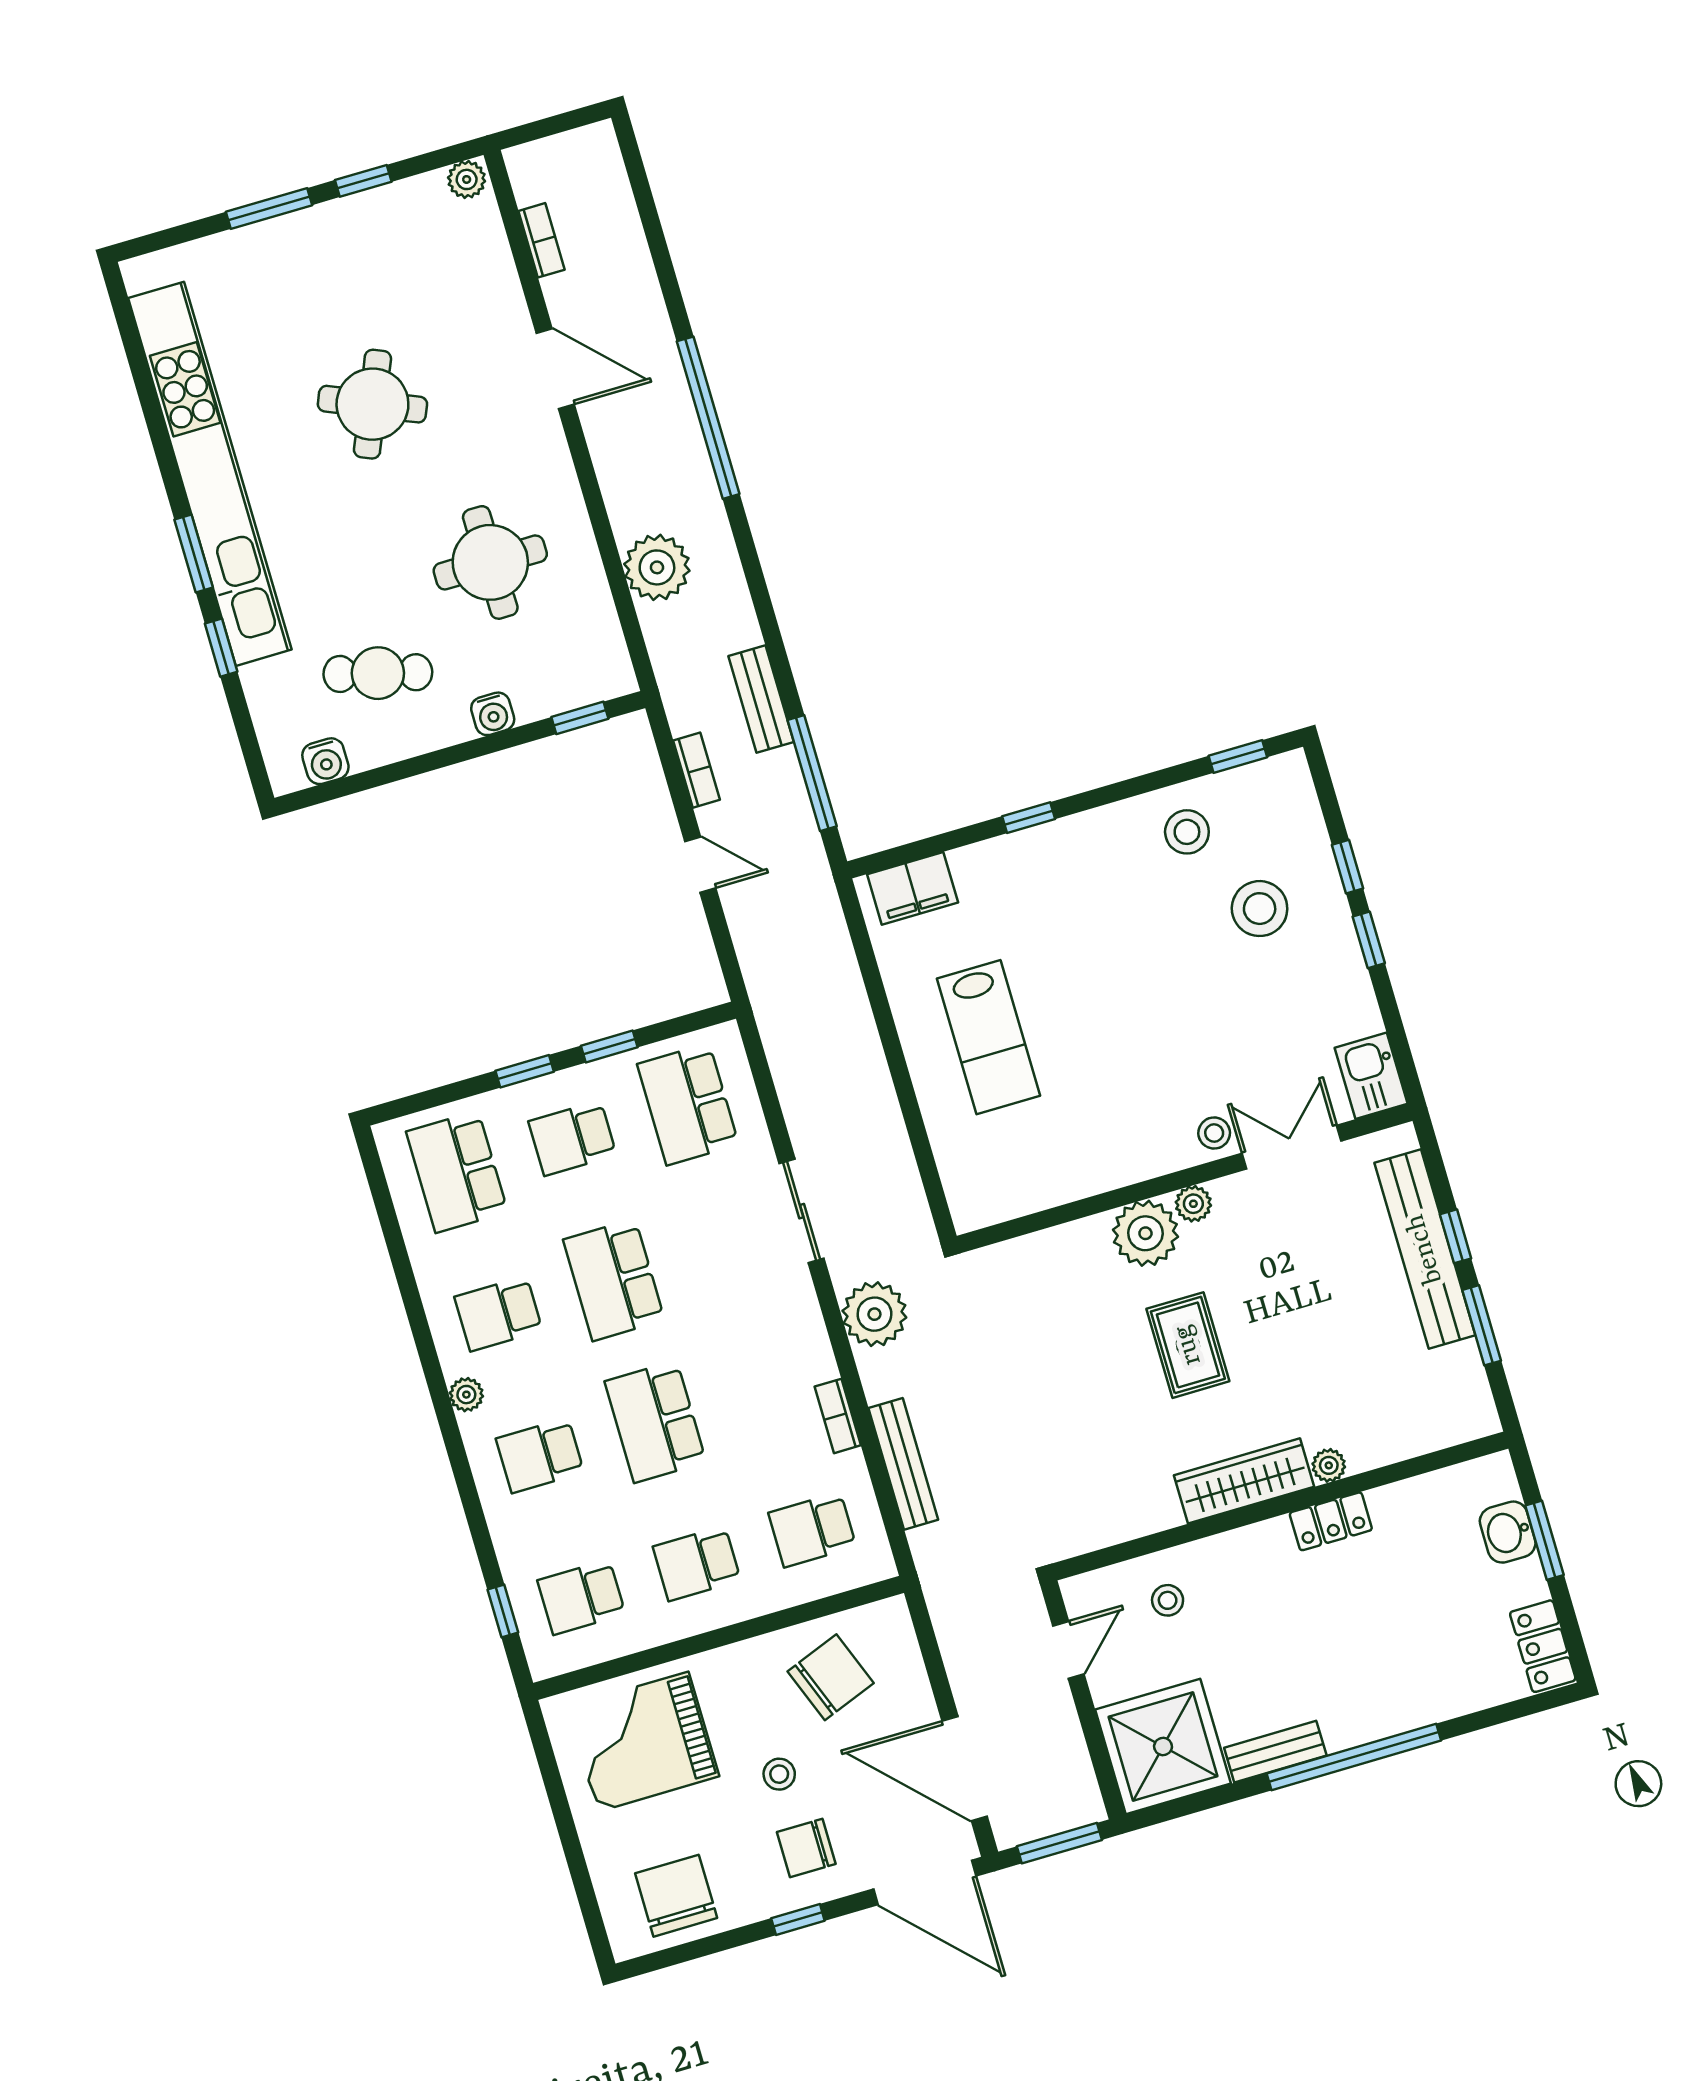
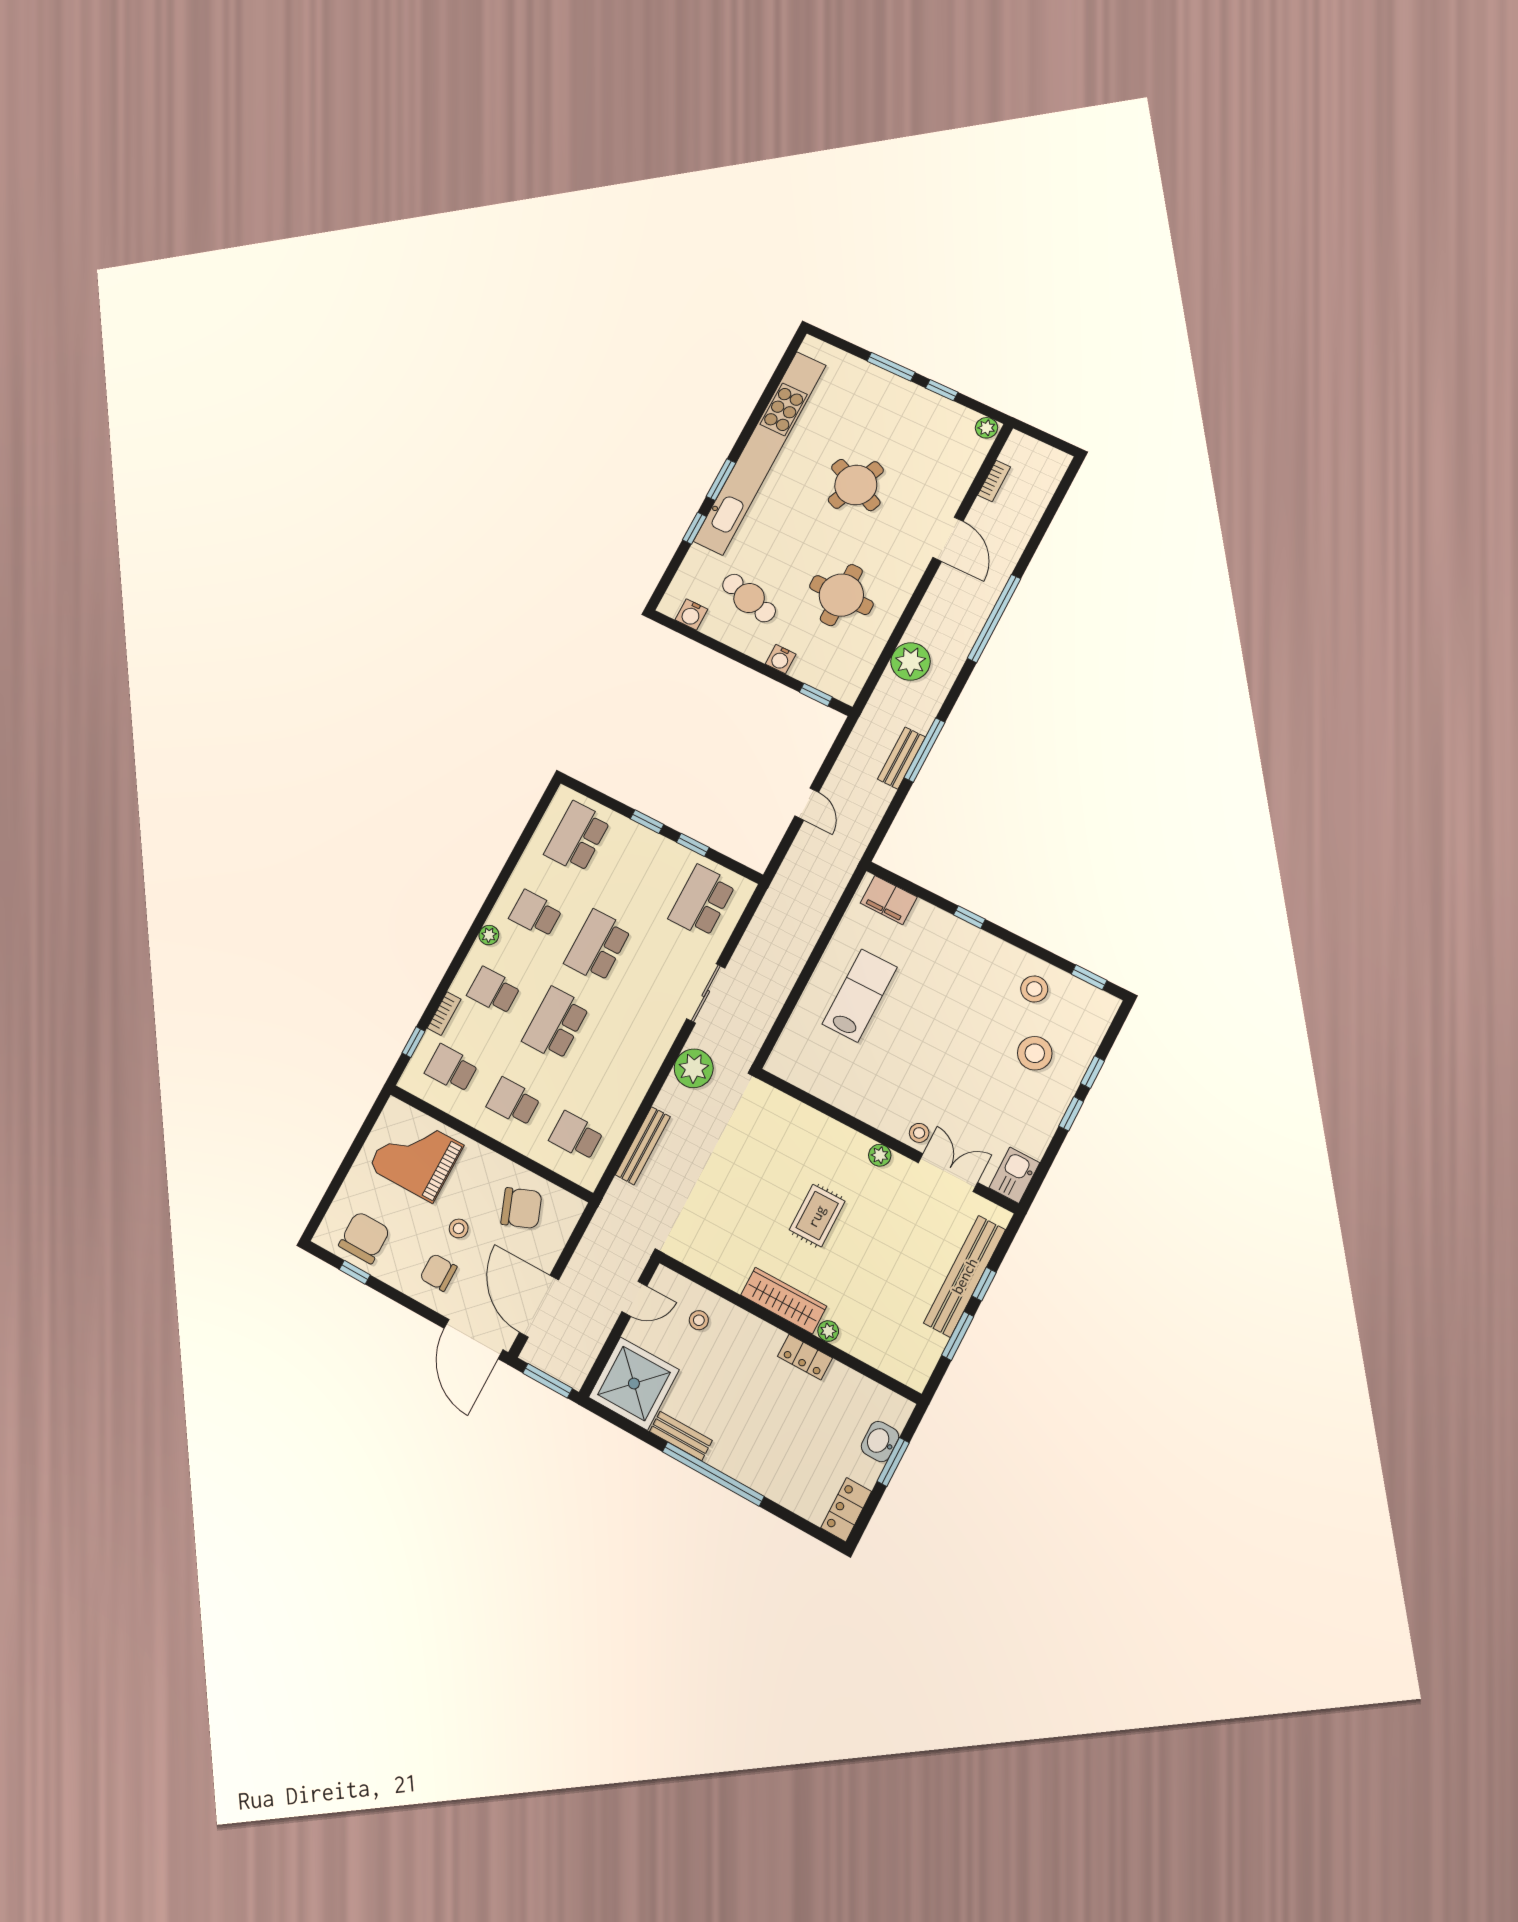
bookcase: (697, 770) -> (844, 763), removed
window: (812, 773) -> (925, 750), moved
lab bench: (988, 1037) -> (860, 996), turned 180
school desk: (572, 1138) -> (639, 869), removed
plant: (1145, 1233) -> (846, 1148), removed
bookcase: (838, 1416) -> (444, 1014), moved, turned 180
window: (798, 1920) -> (355, 1272), moved

